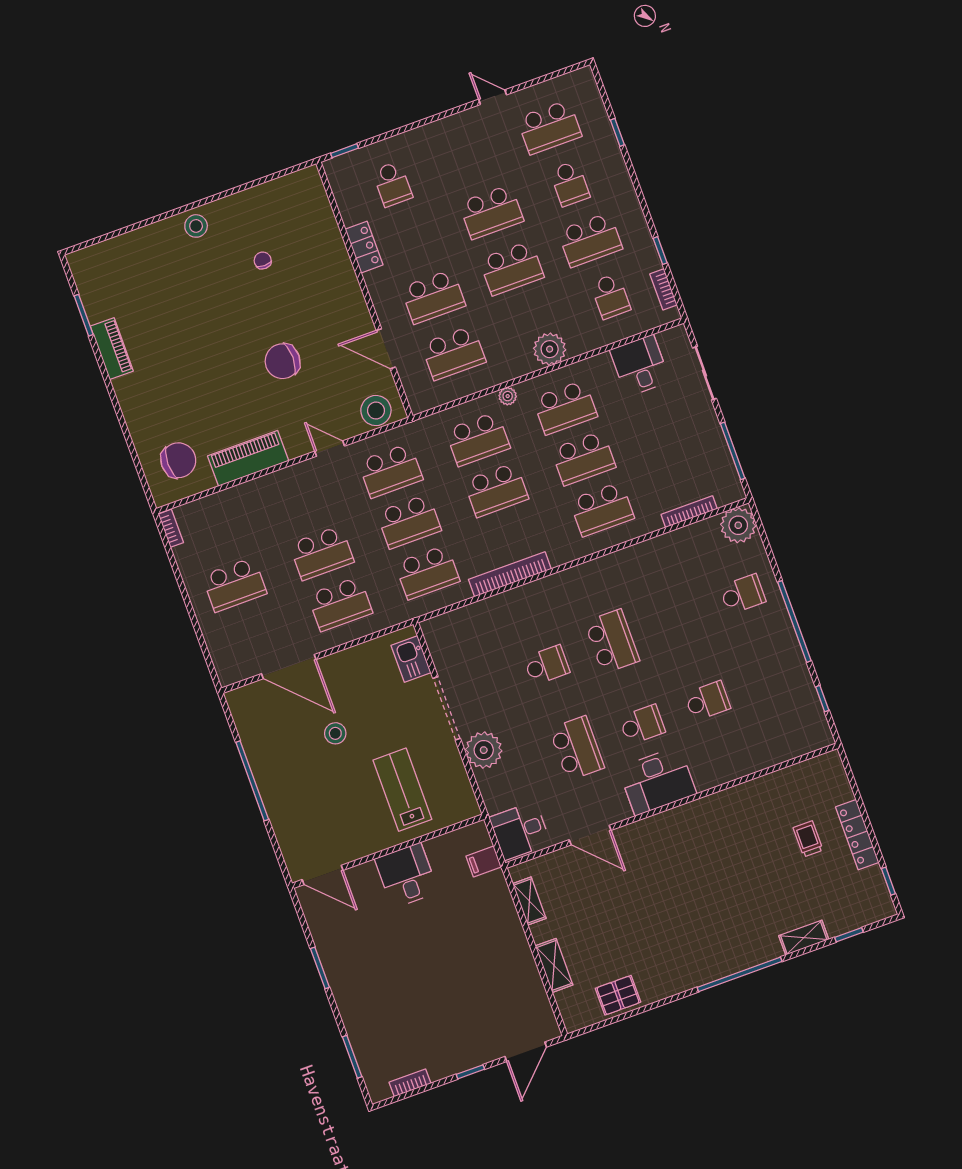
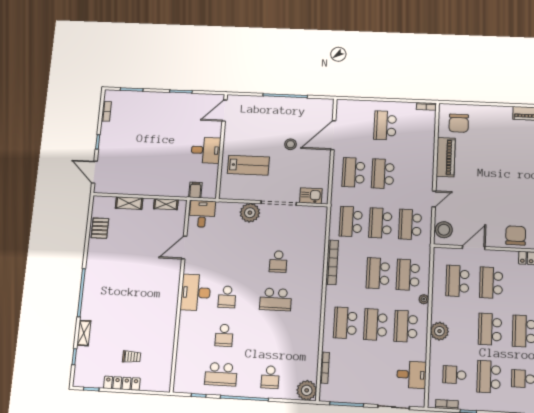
chair: (283, 361) -> (516, 235), moved
school desk: (577, 748) -> (221, 374), moved

